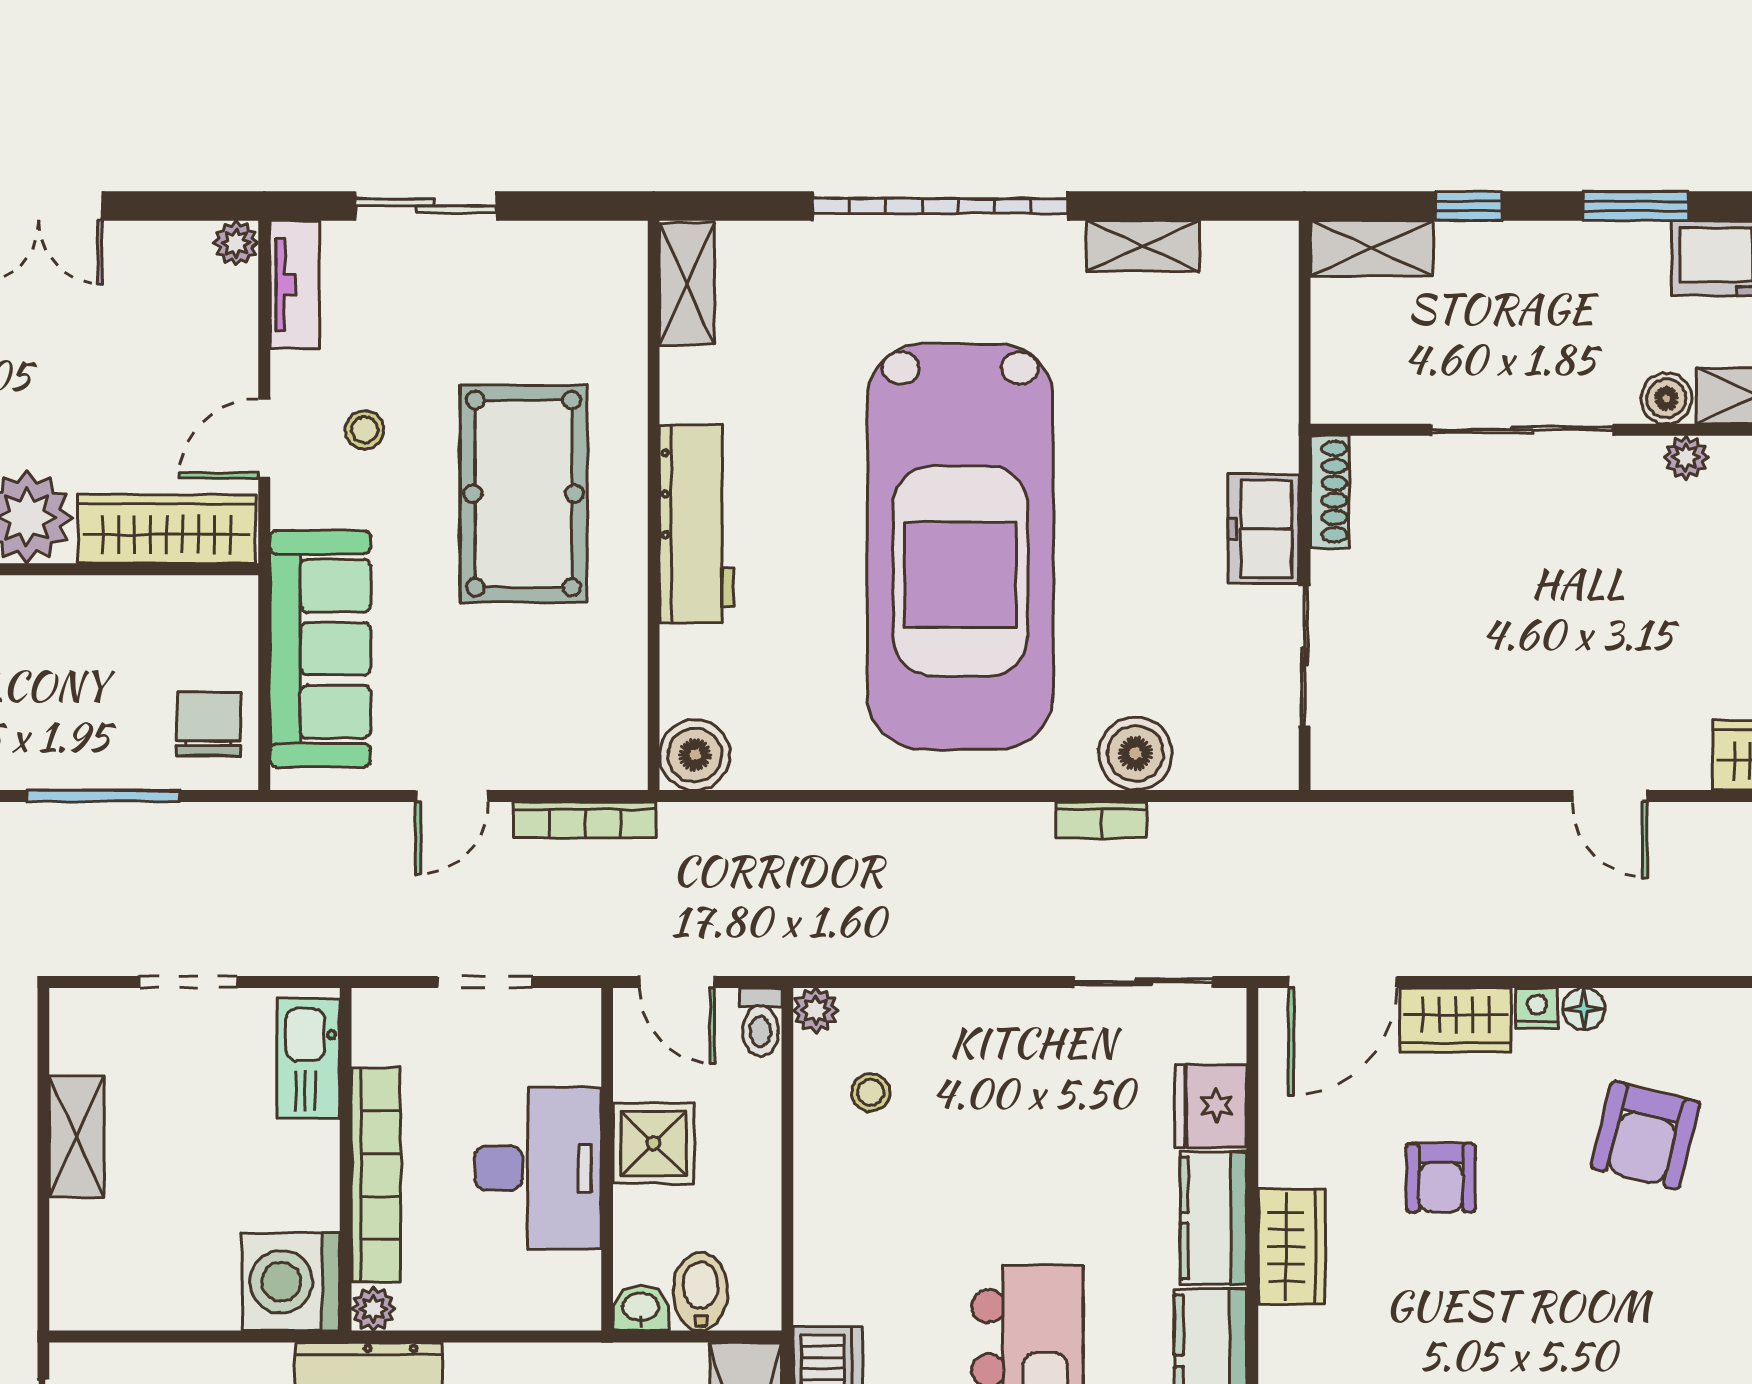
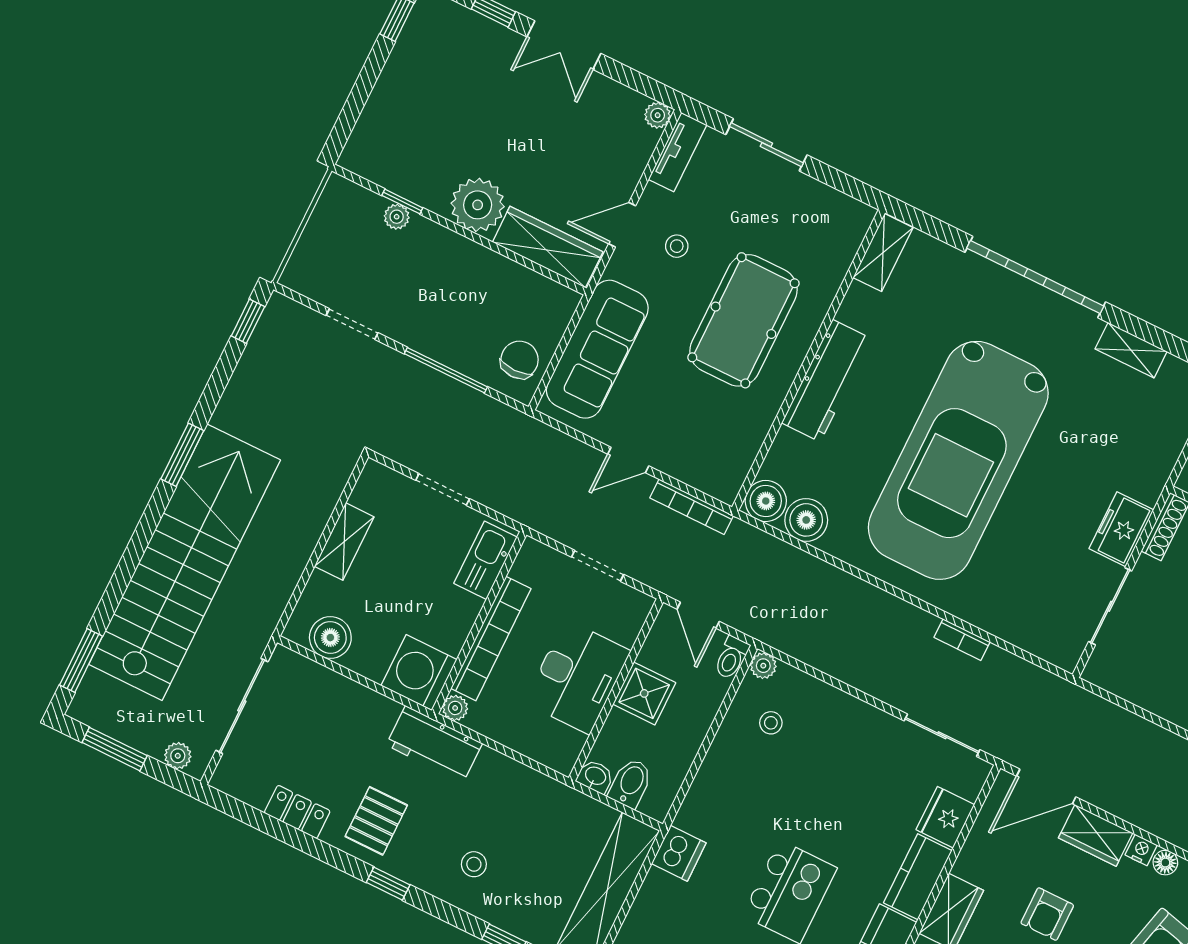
boiler: (1135, 753) -> (806, 520), moved
boiler: (128, 1295) -> (330, 638), added

